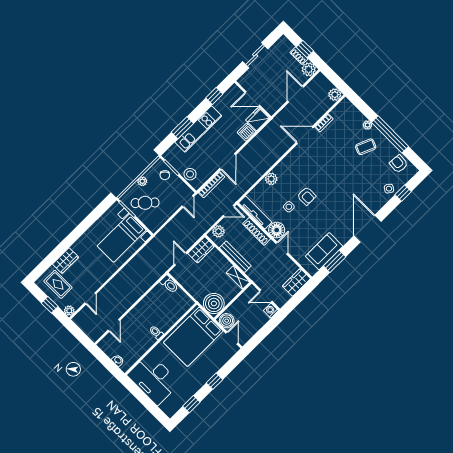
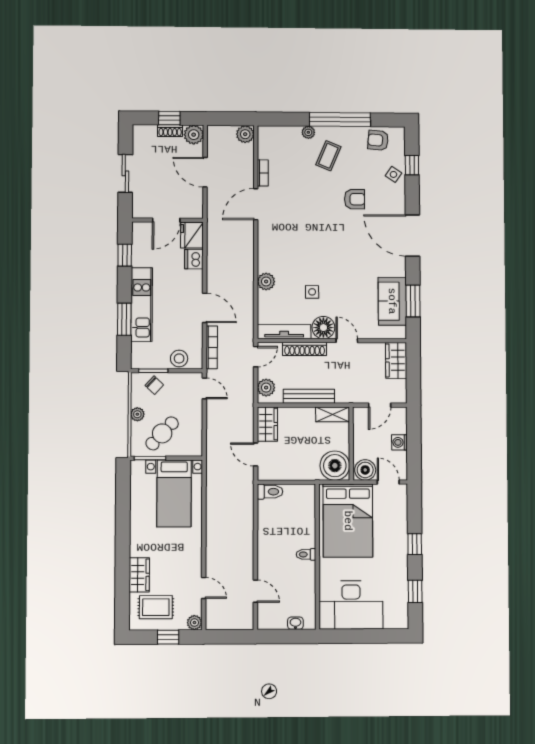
armchair: (307, 196) -> (355, 199), moved
washing machine: (271, 311) -> (399, 442), moved

